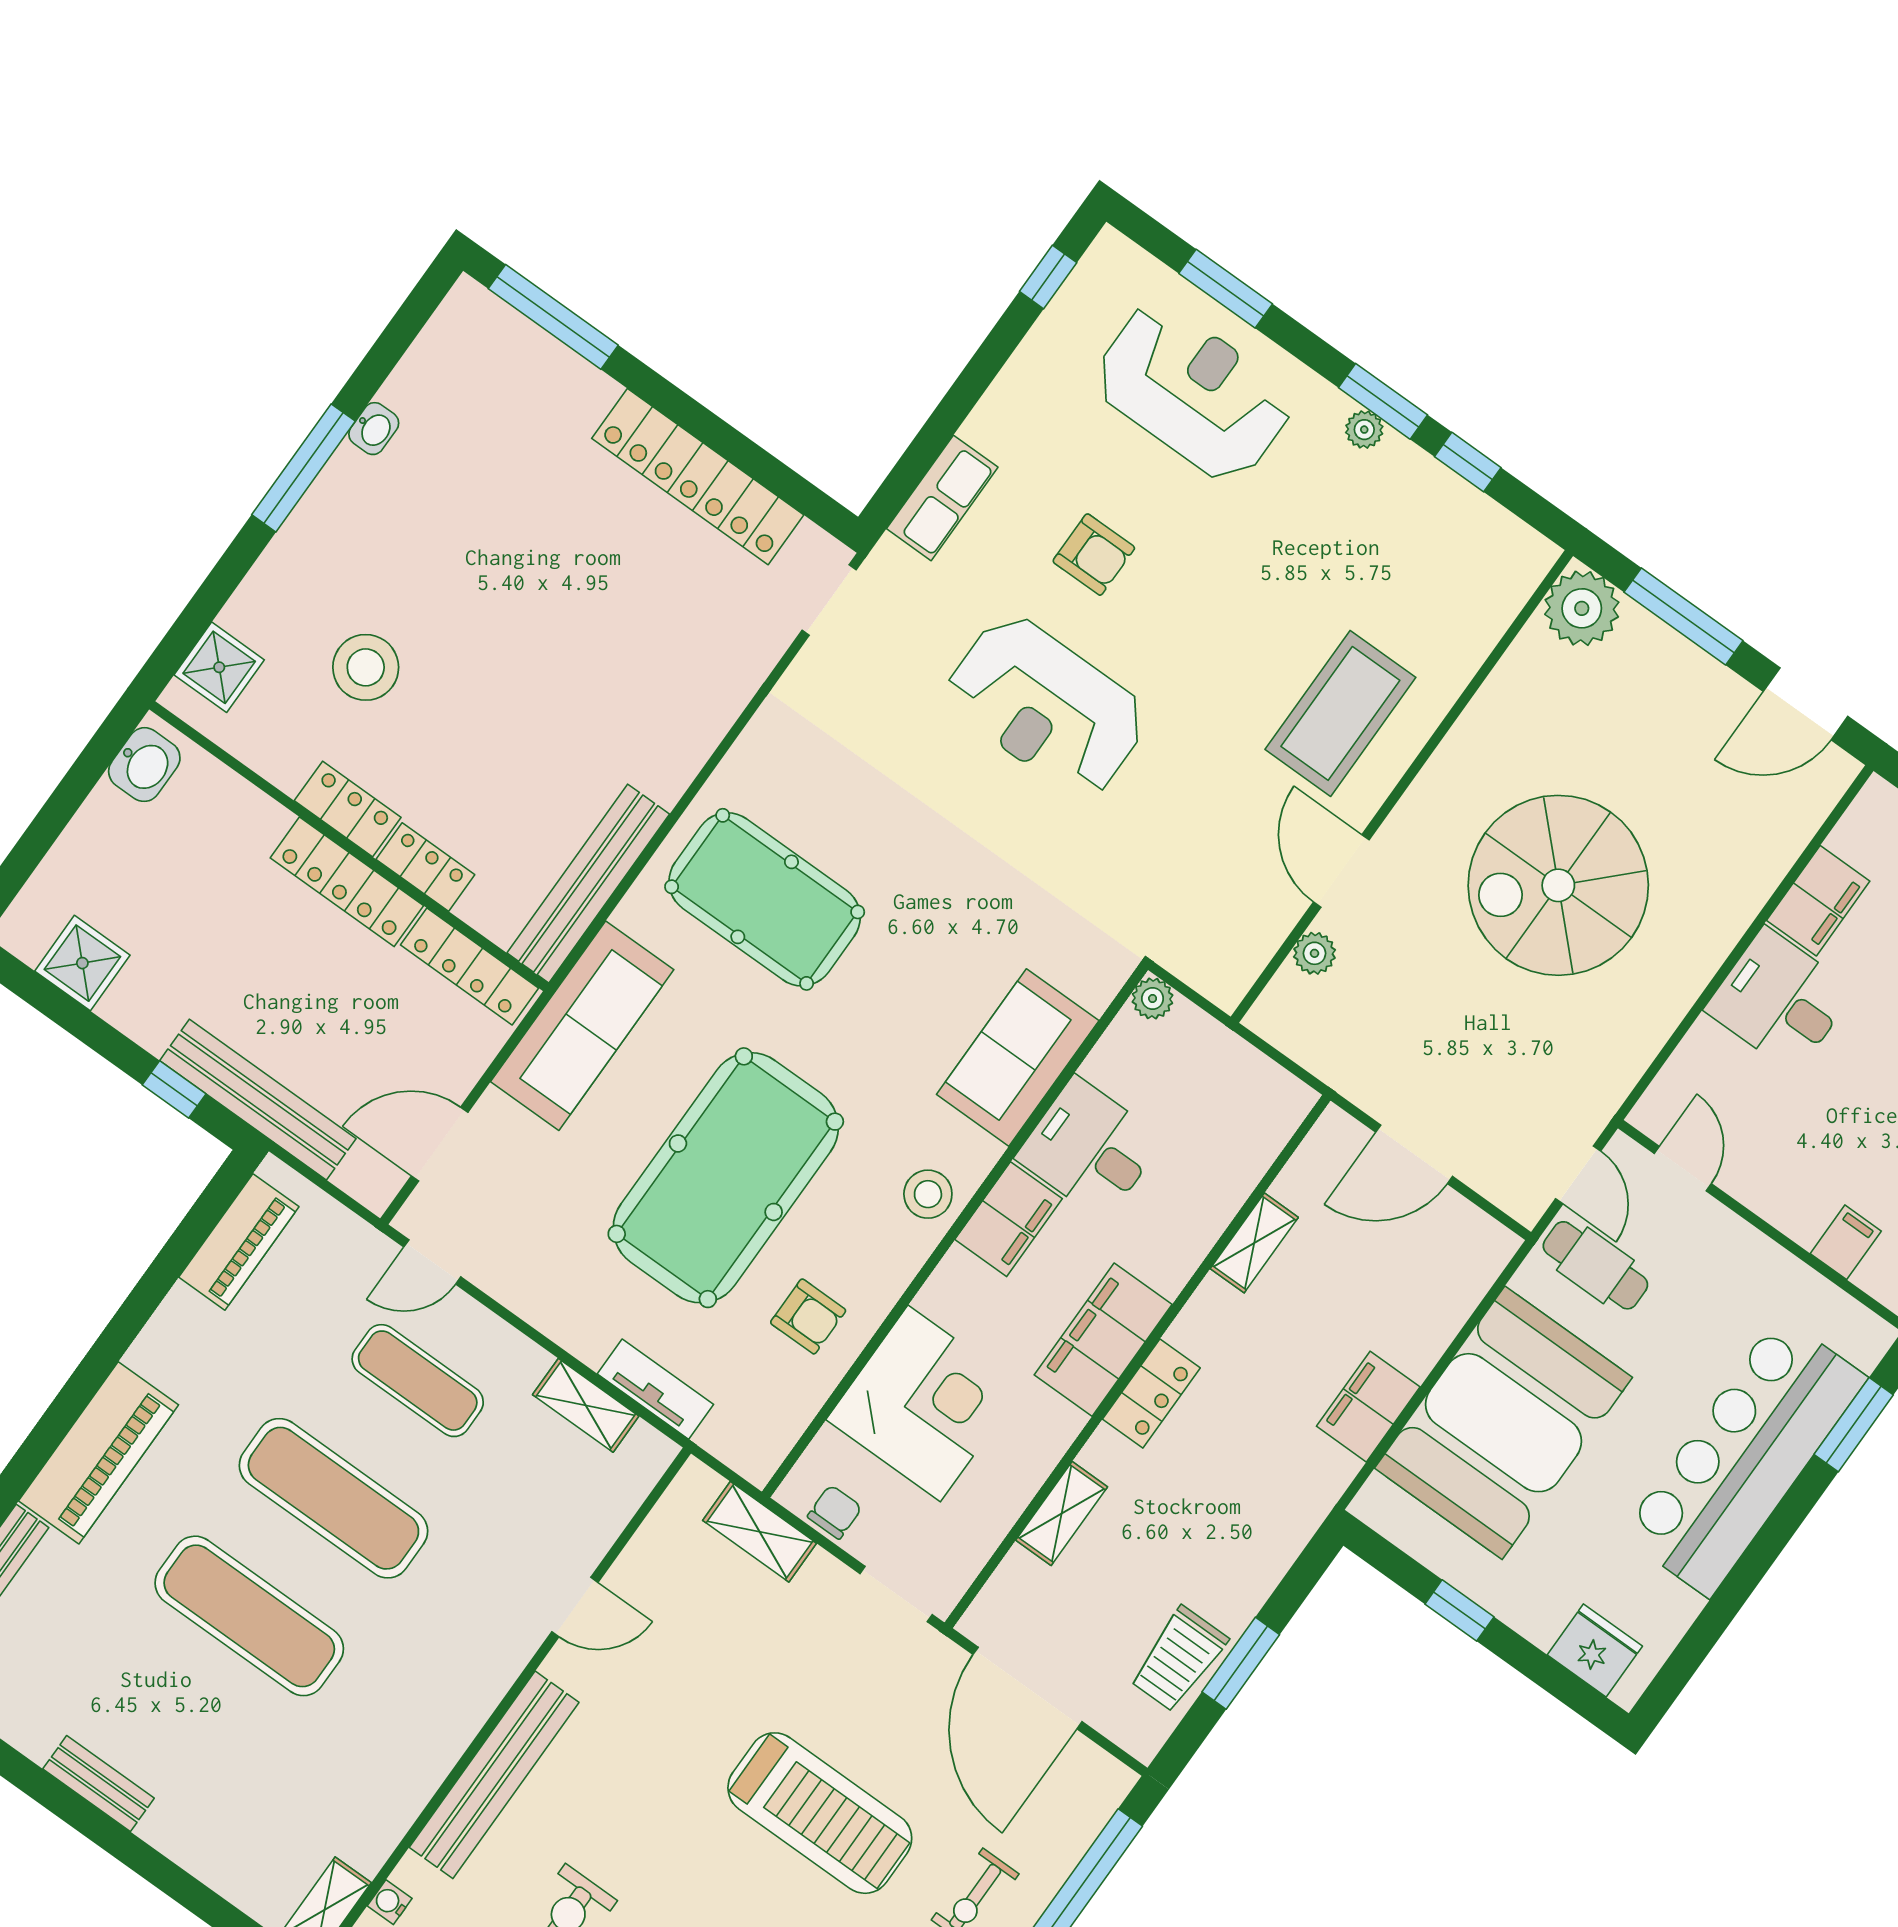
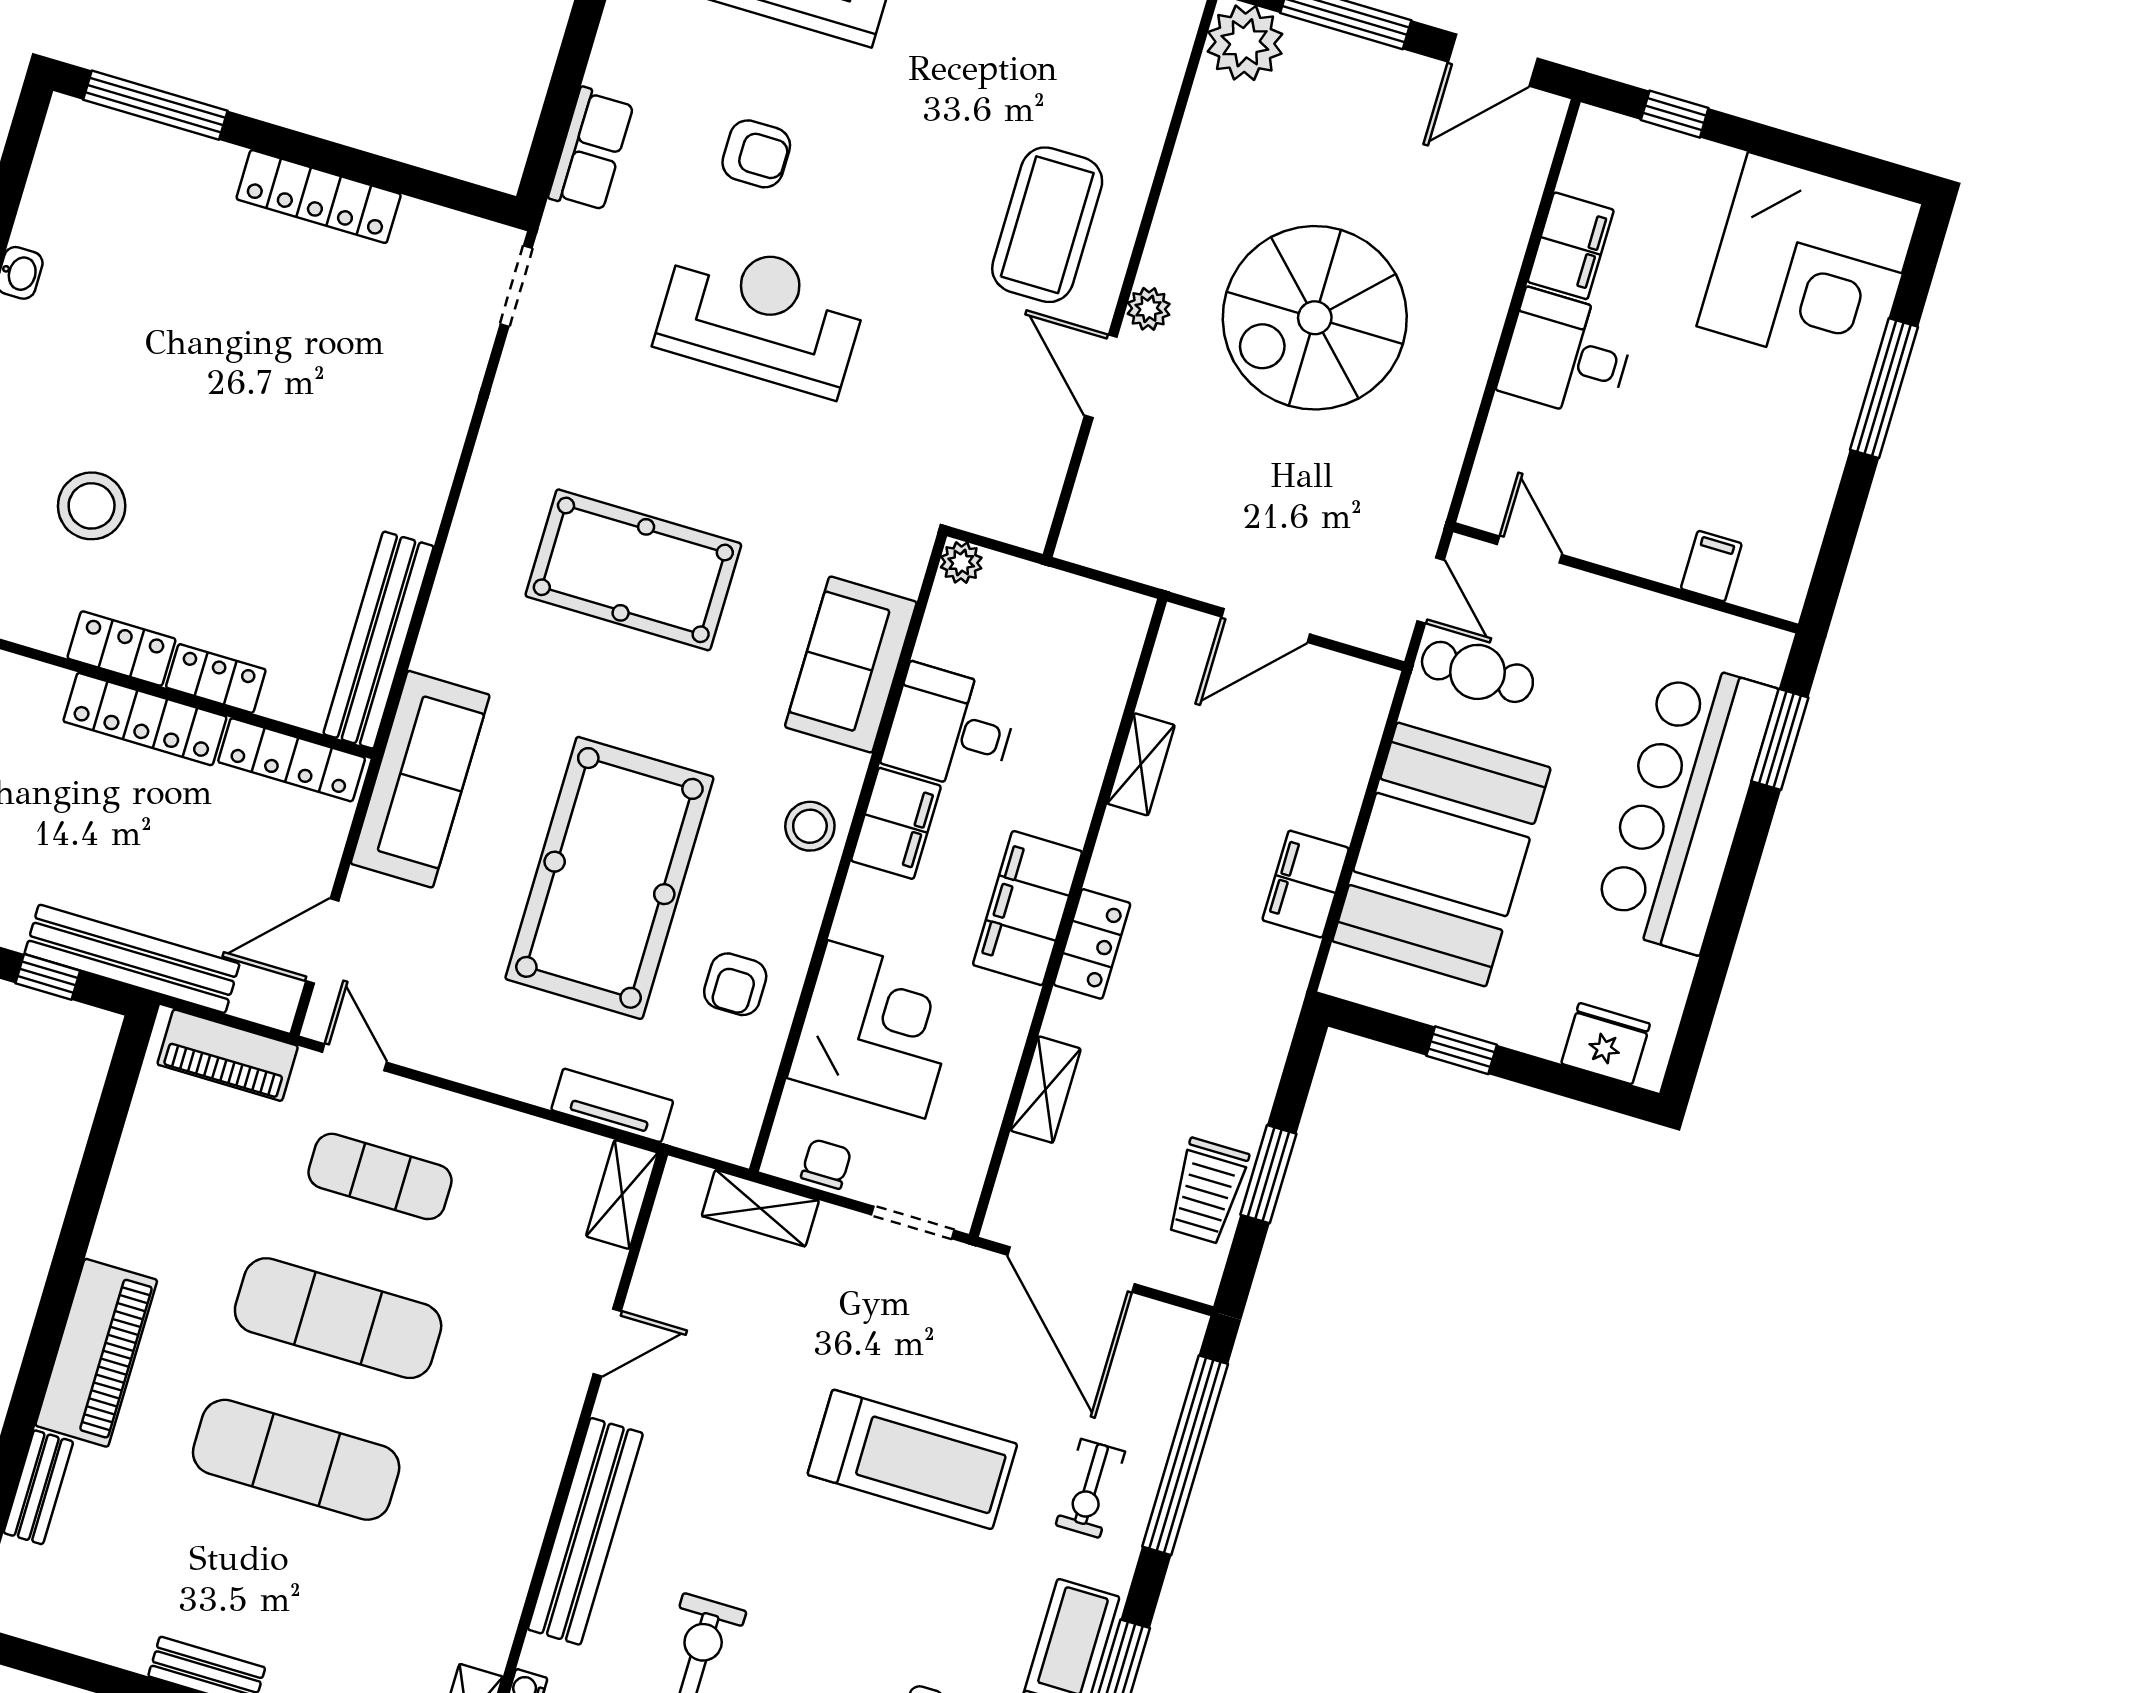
locker: (698, 477) -> (319, 197), width x0.71, depth x0.83
reception desk: (1046, 706) -> (761, 316), turned 180
pool table: (765, 899) -> (633, 570), moved
plant: (1315, 953) -> (1149, 309), moved
piano: (239, 1242) -> (228, 1055), moved, turned 90
door: (432, 1262) -> (354, 1057), swing flipped
armchair: (808, 1316) -> (735, 984), turned 90
shelving: (586, 1405) -> (622, 1194), moved, turned 90

